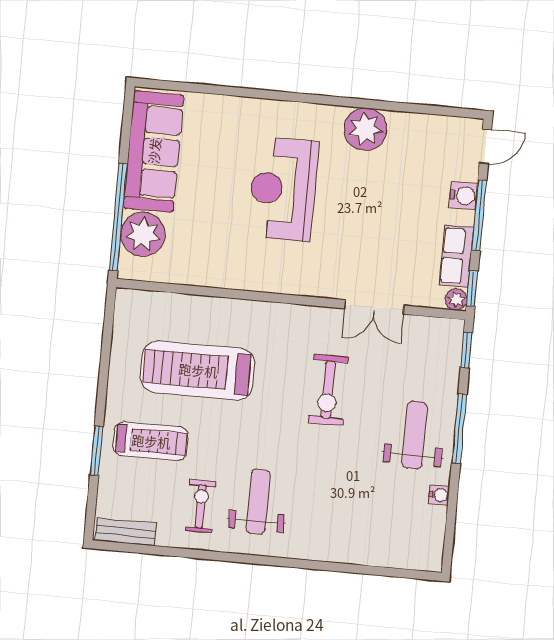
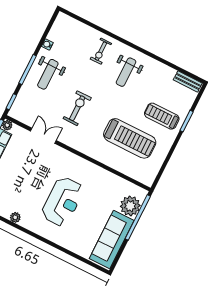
plant: (365, 129) -> (15, 217), width x0.53, depth x0.53
exercise bike: (201, 506) -> (101, 51), moved

